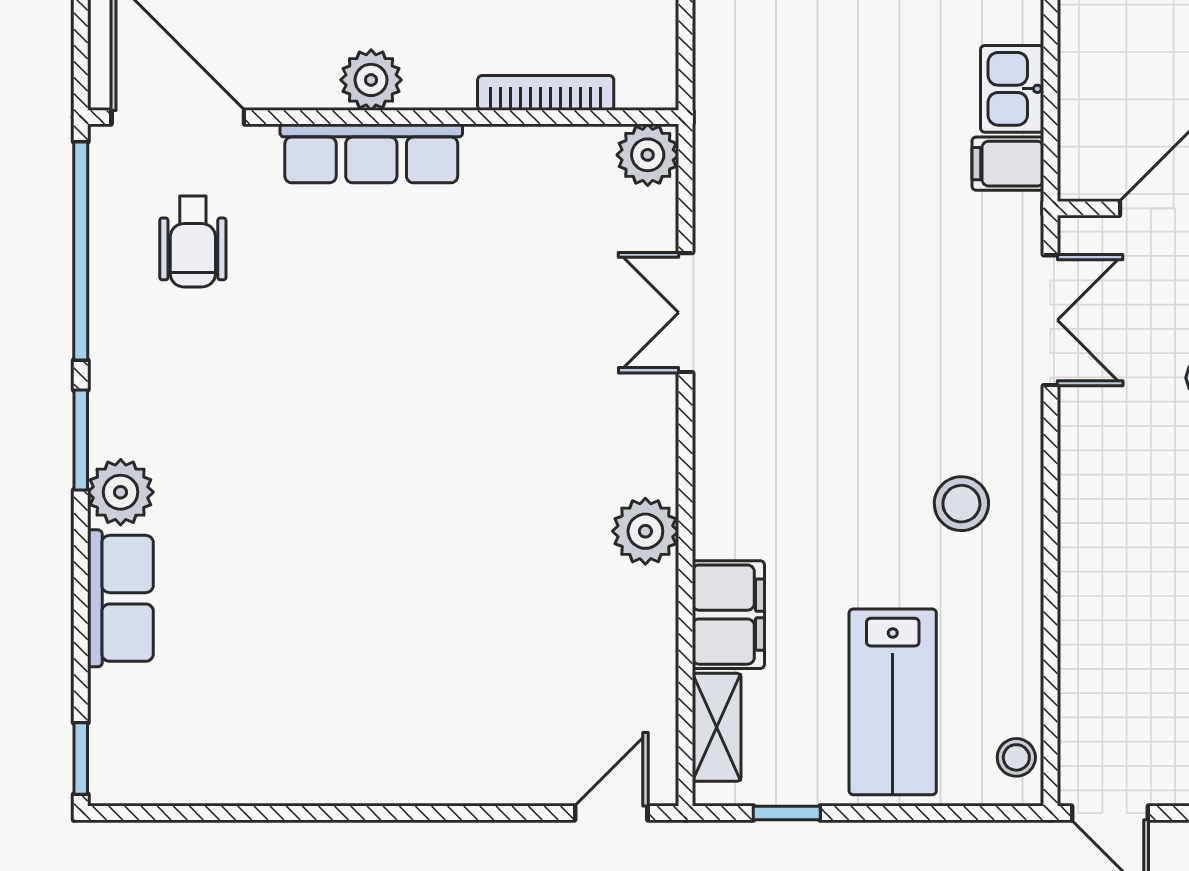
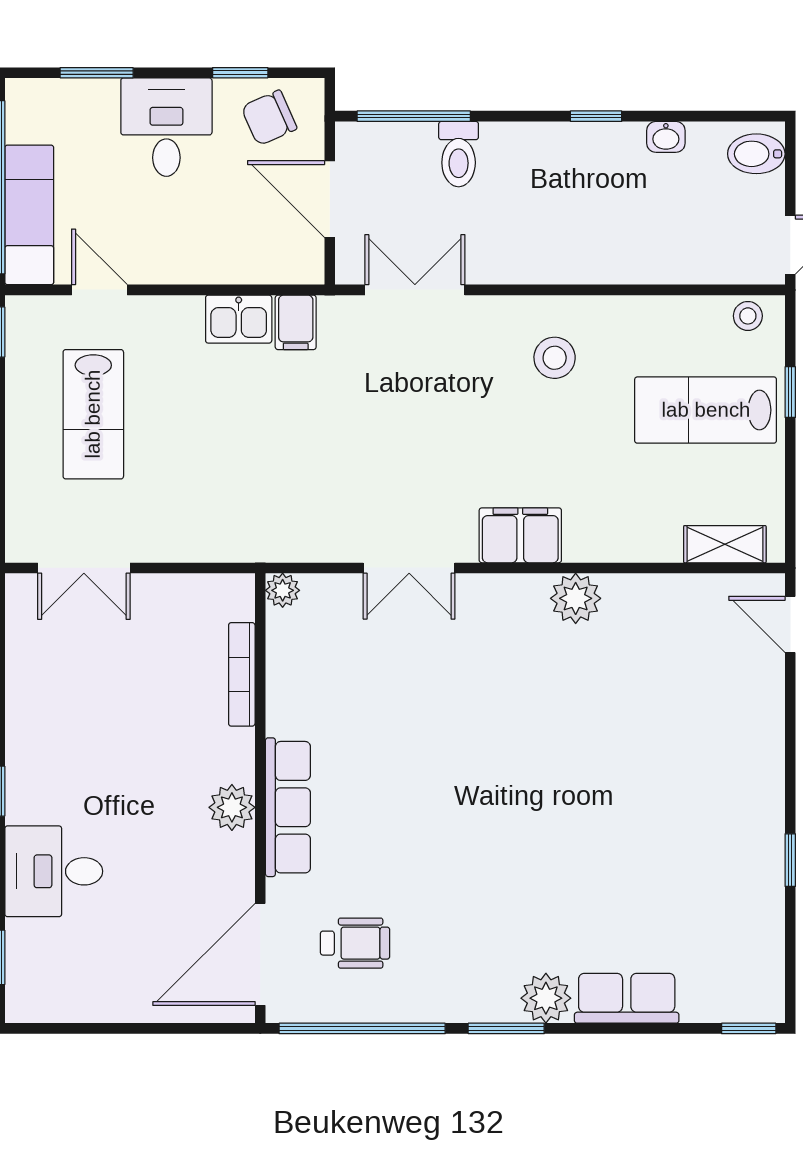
plant: (648, 155) -> (283, 590), width x0.73, depth x0.73
filing cabinet: (728, 615) -> (520, 535), moved
lab bench: (893, 702) -> (706, 410), turned 180
window: (302, 813) -> (790, 860), added
window: (787, 813) -> (790, 392), moved

